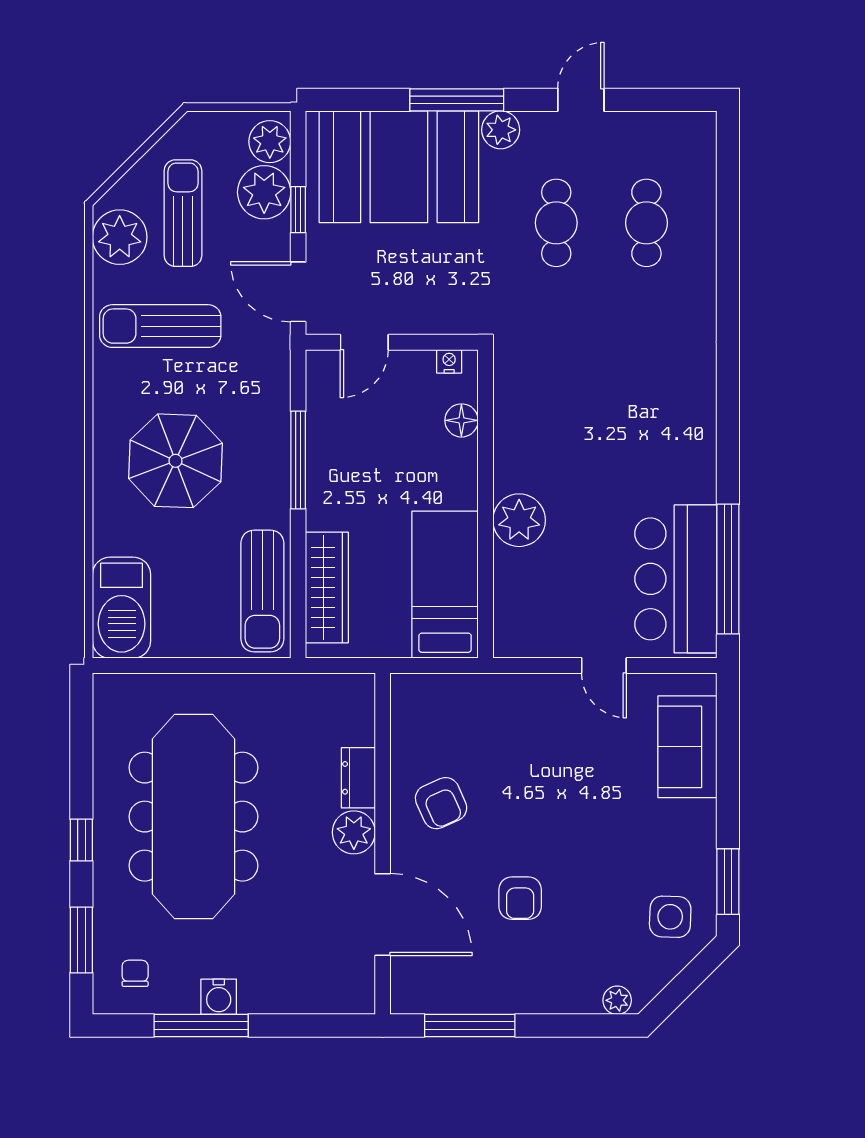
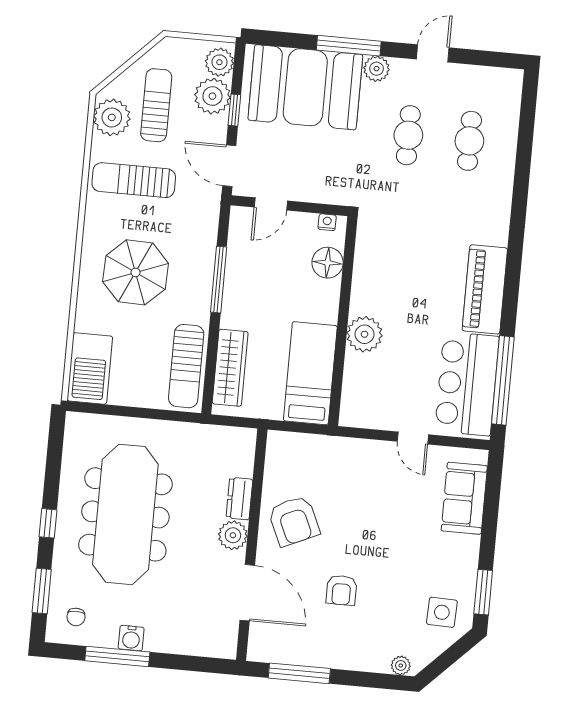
floor lamp: (461, 420) -> (328, 263), width x1.38, depth x1.38
piano: (689, 438) -> (485, 289), added
armchair: (441, 803) -> (294, 521), width x1.38, depth x1.38
chair: (135, 973) -> (76, 617), turned 180

